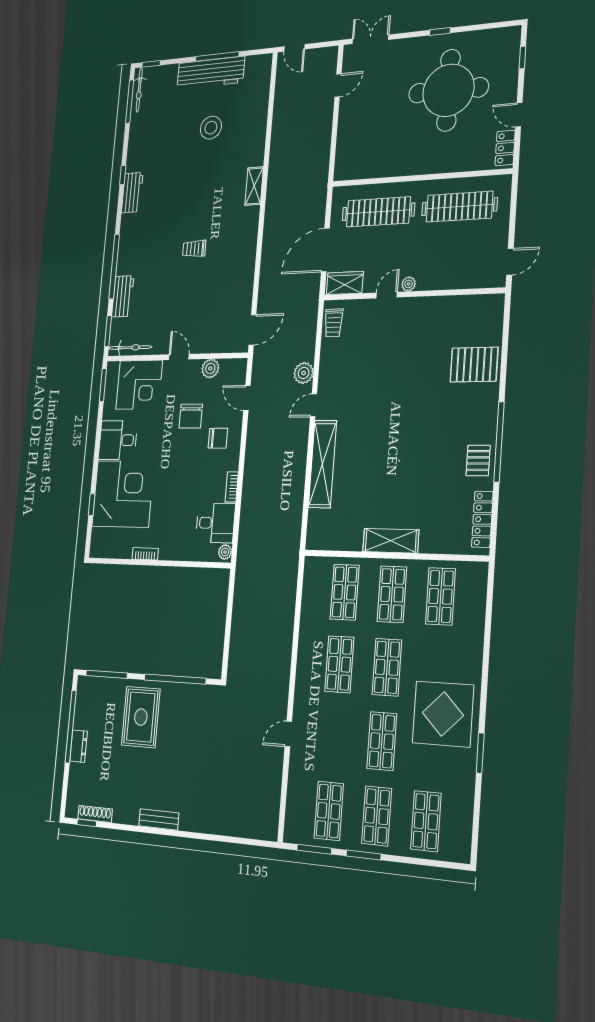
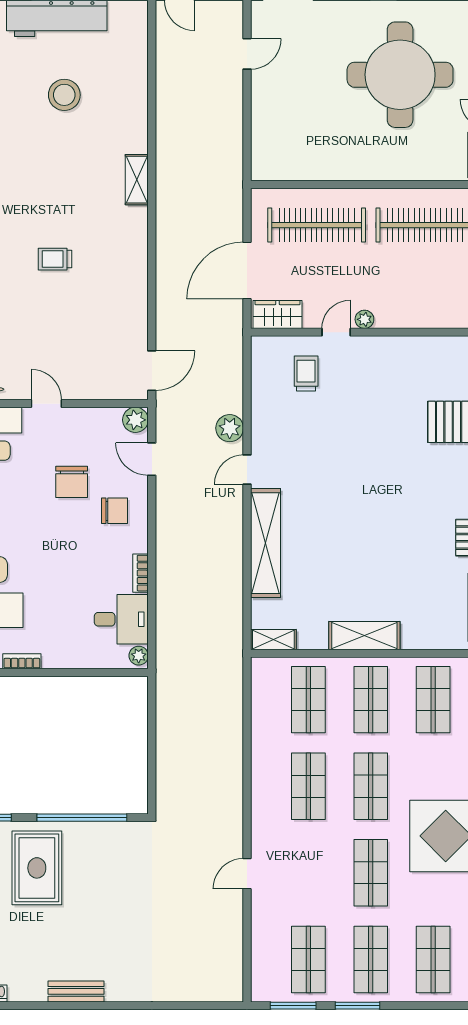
trolley: (334, 323) -> (306, 374), moved, turned 180
plant: (210, 368) -> (135, 420), moved
shelving: (322, 542) -> (273, 640), added

